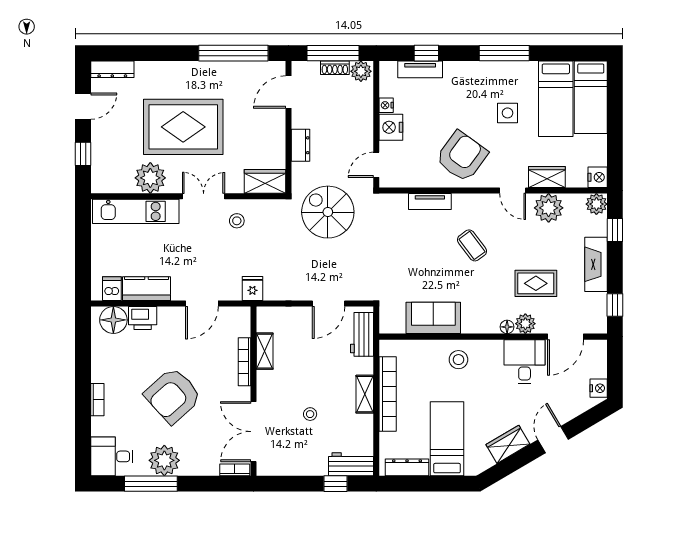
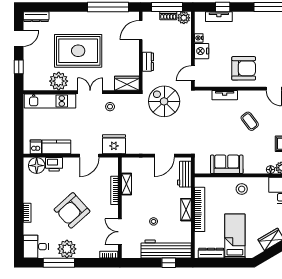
side table: (508, 113) -> (271, 43), removed
armchair: (462, 156) -> (244, 68), turned 54
fridge: (252, 288) -> (114, 144), width x1.88, depth x1.34
double door: (254, 432) -> (120, 232), width x0.73
workbench: (351, 464) -> (166, 249), width x1.88, depth x1.32

